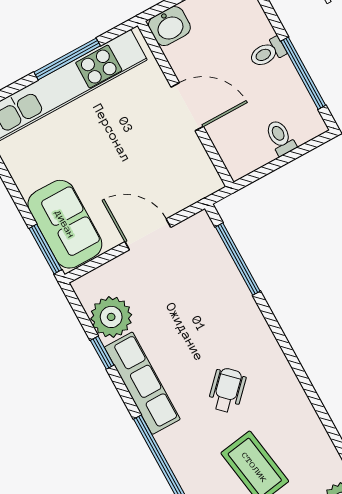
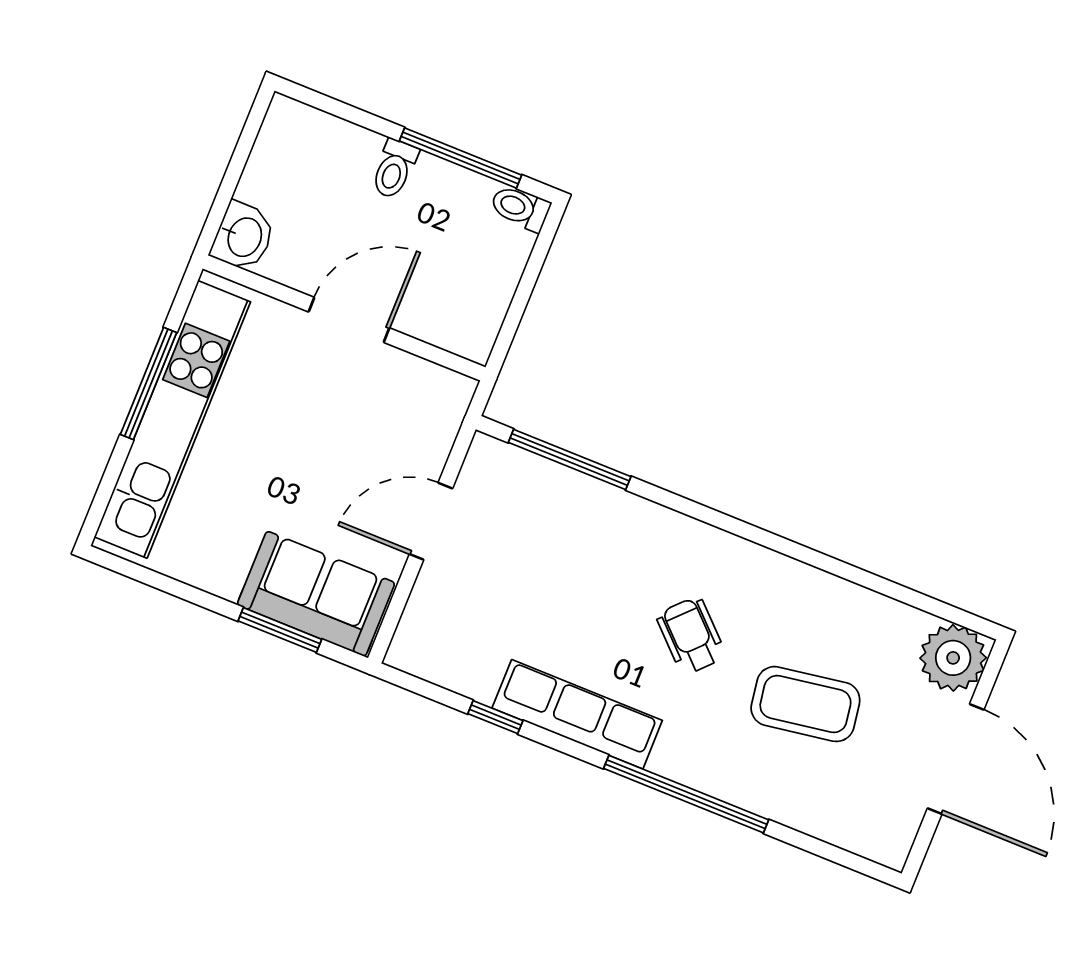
toilet: (280, 138) -> (520, 208), moved
window: (45, 249) -> (280, 630), moved
plant: (111, 317) -> (470, 663), removed

